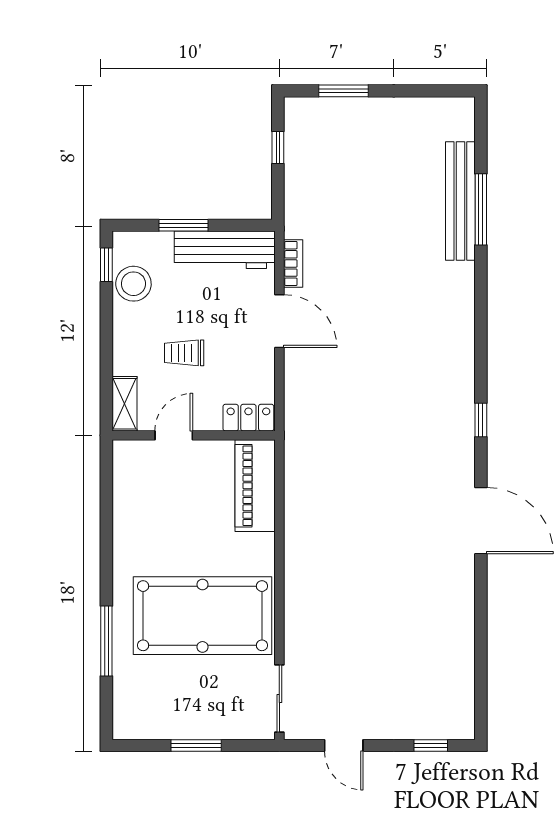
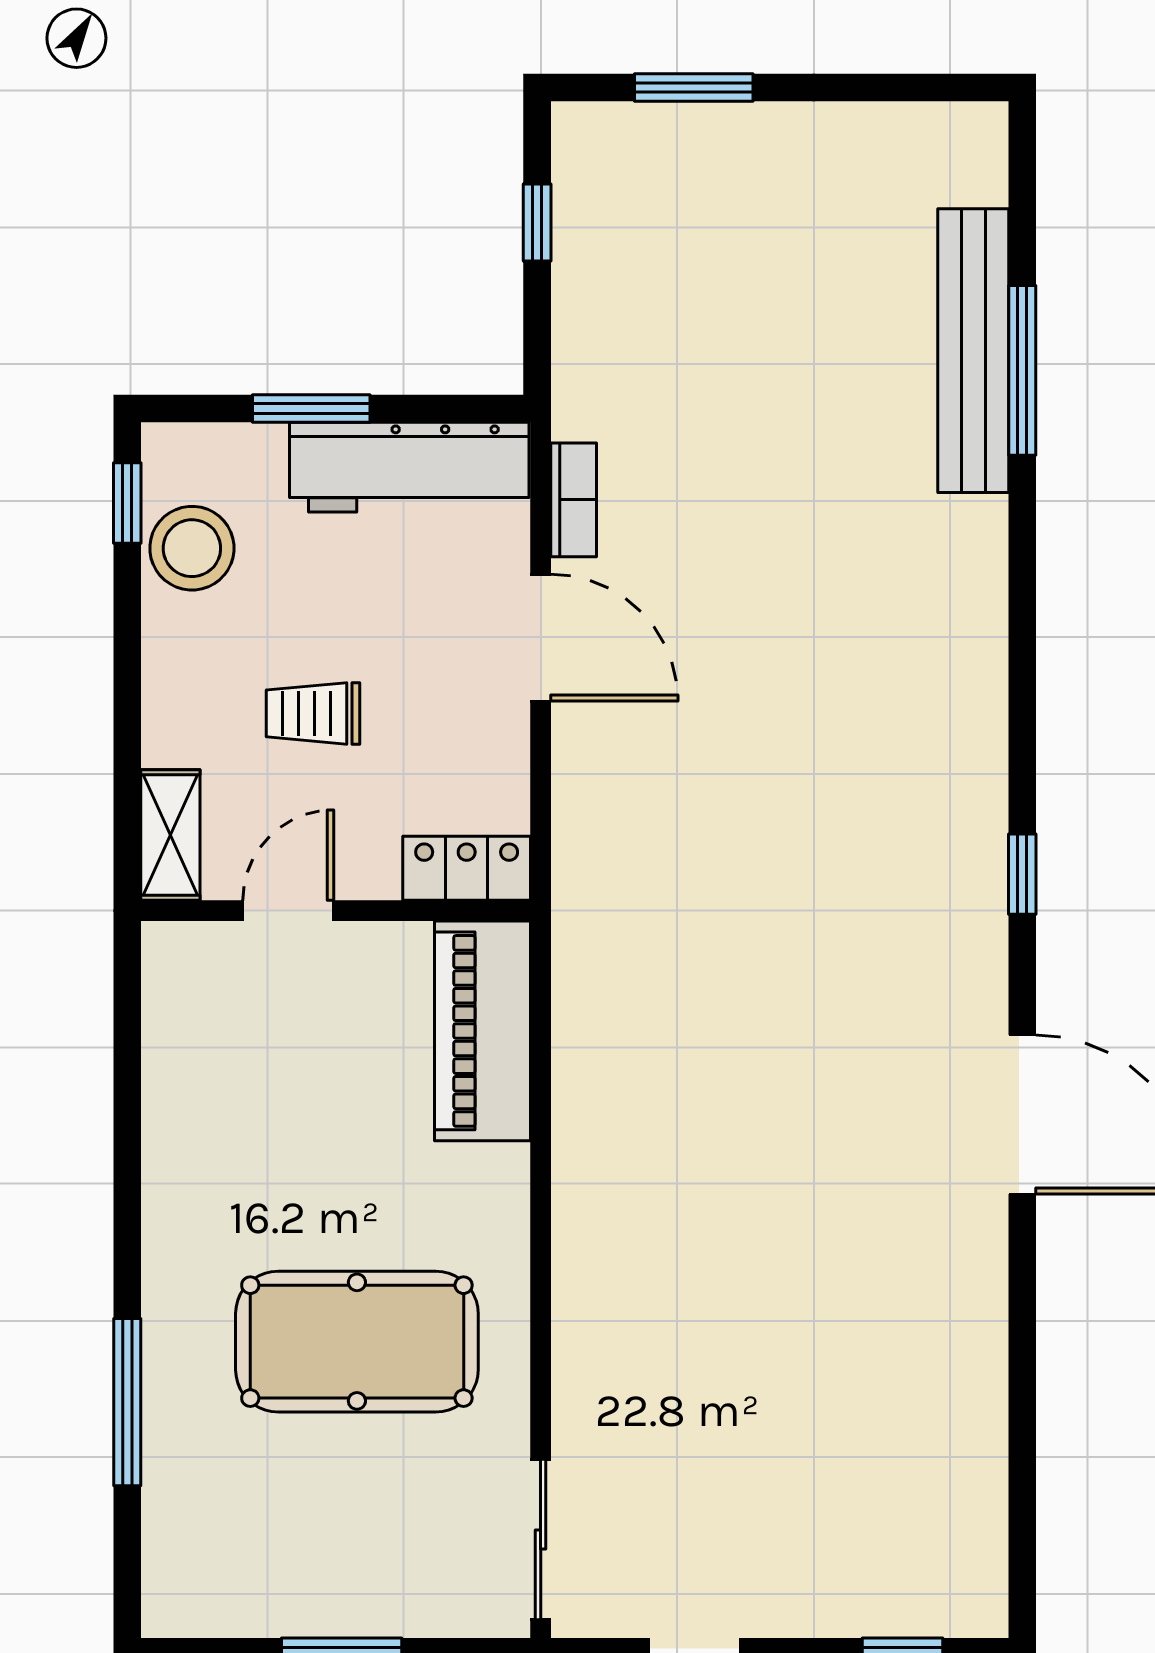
pool table: (203, 616) -> (357, 1342), width x0.73, depth x0.76

